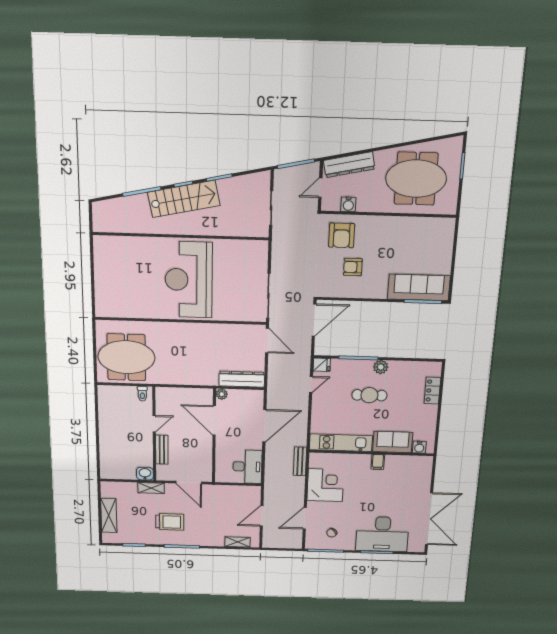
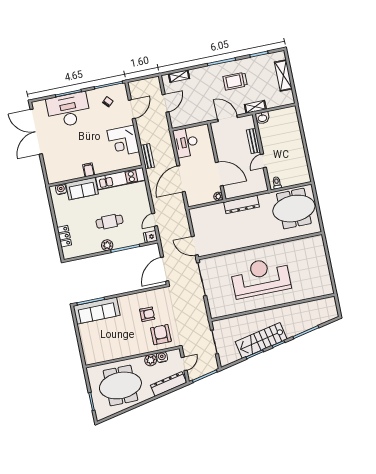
stairs: (184, 199) -> (261, 340), moved
plant: (365, 204) -> (151, 360), added
reception desk: (189, 280) -> (261, 277), turned -90
dresser: (242, 379) -> (241, 204), moved

